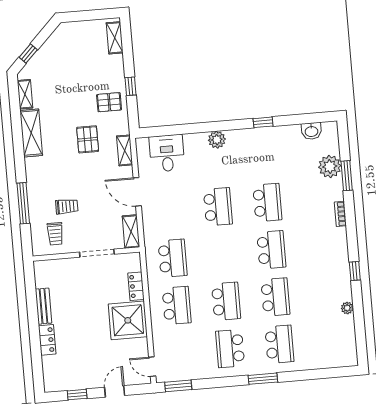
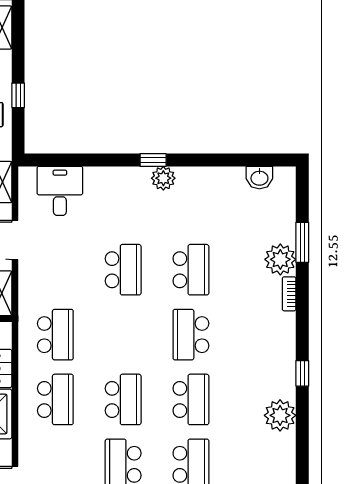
window: (263, 122) -> (153, 160), moved
plant: (217, 140) -> (163, 178), moved
plant: (330, 166) -> (280, 259), moved
school desk: (271, 250) -> (191, 335), turned 180
plant: (347, 308) -> (280, 415), width x1.87, depth x1.87

